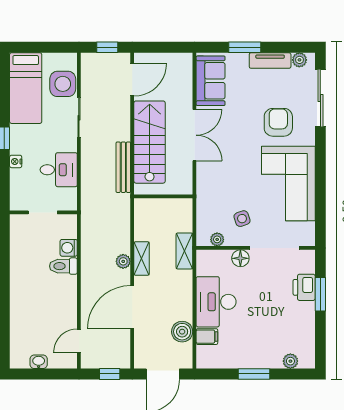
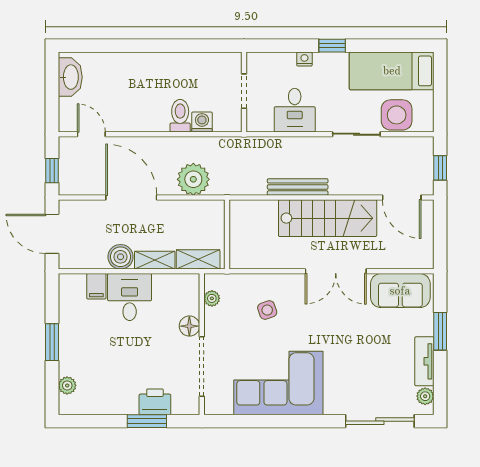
armchair: (278, 122) -> (351, 371), removed
wall: (163, 196) -> (227, 234), moved
side table: (242, 219) -> (267, 310), moved
shelving: (142, 258) -> (155, 260), moved
plant: (123, 261) -> (193, 179), width x1.87, depth x1.87
desk: (216, 302) -> (130, 297), width x0.73
boiler: (182, 332) -> (120, 257), moved
washbasin: (39, 362) -> (70, 77), width x1.91, depth x1.45

